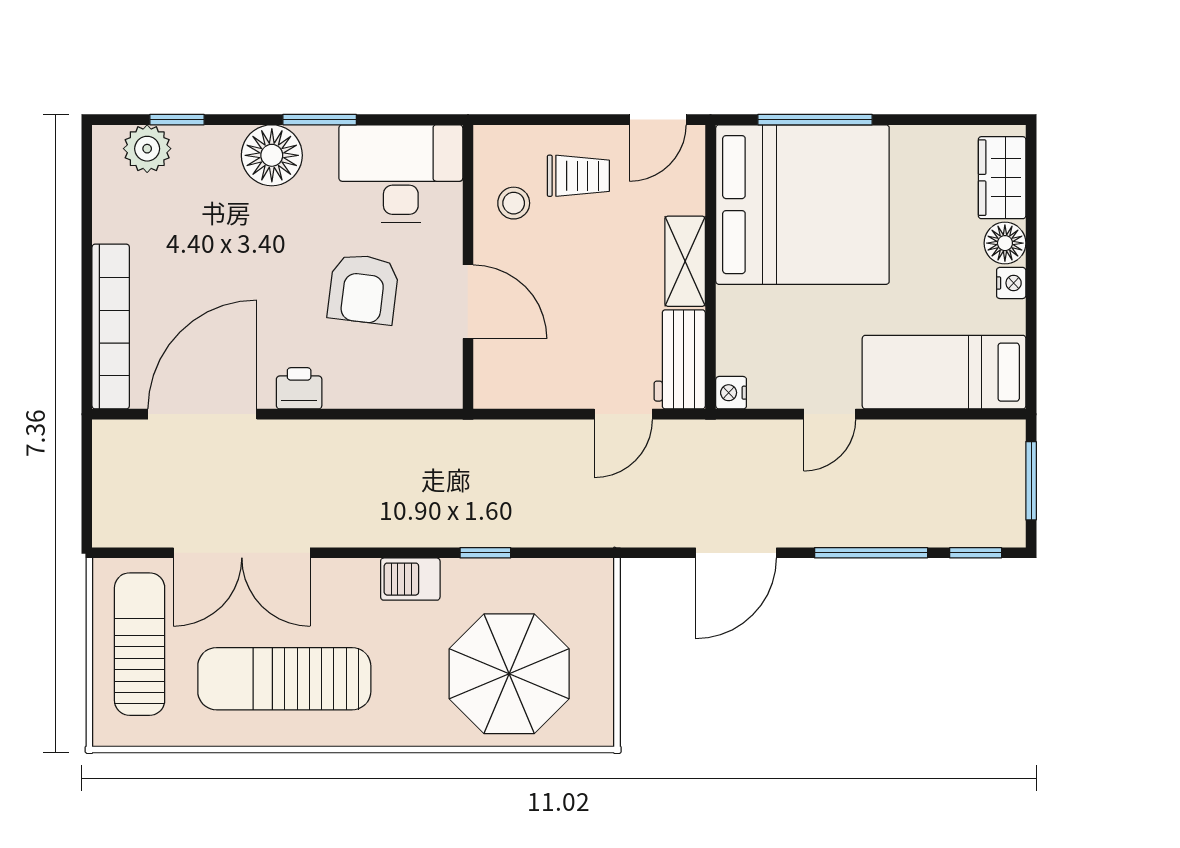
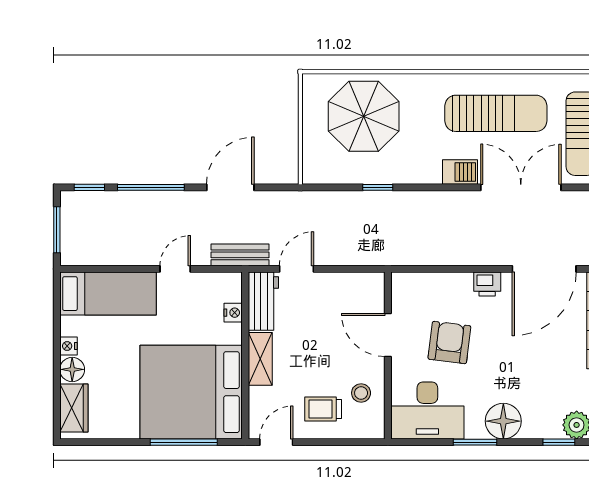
nightstand: (731, 393) -> (233, 313), moved
bench: (720, 438) -> (240, 255), added
barbecue: (410, 579) -> (460, 172), moved

